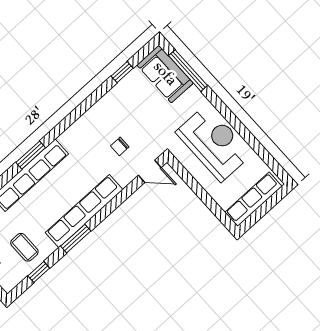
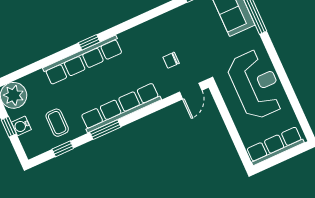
window: (31, 155) -> (89, 42), width x0.67
door: (150, 171) -> (191, 91), hinge flipped

